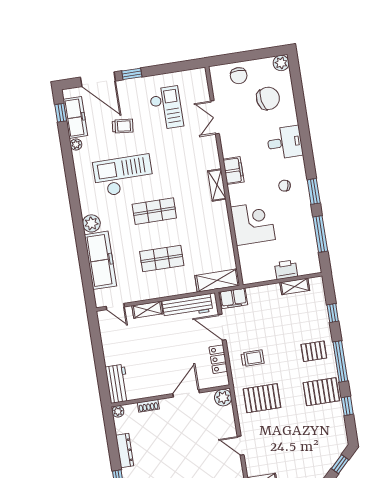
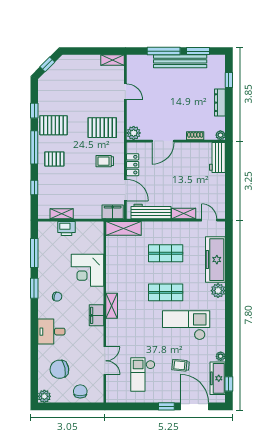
checkout: (123, 176) -> (186, 325), turned 180

